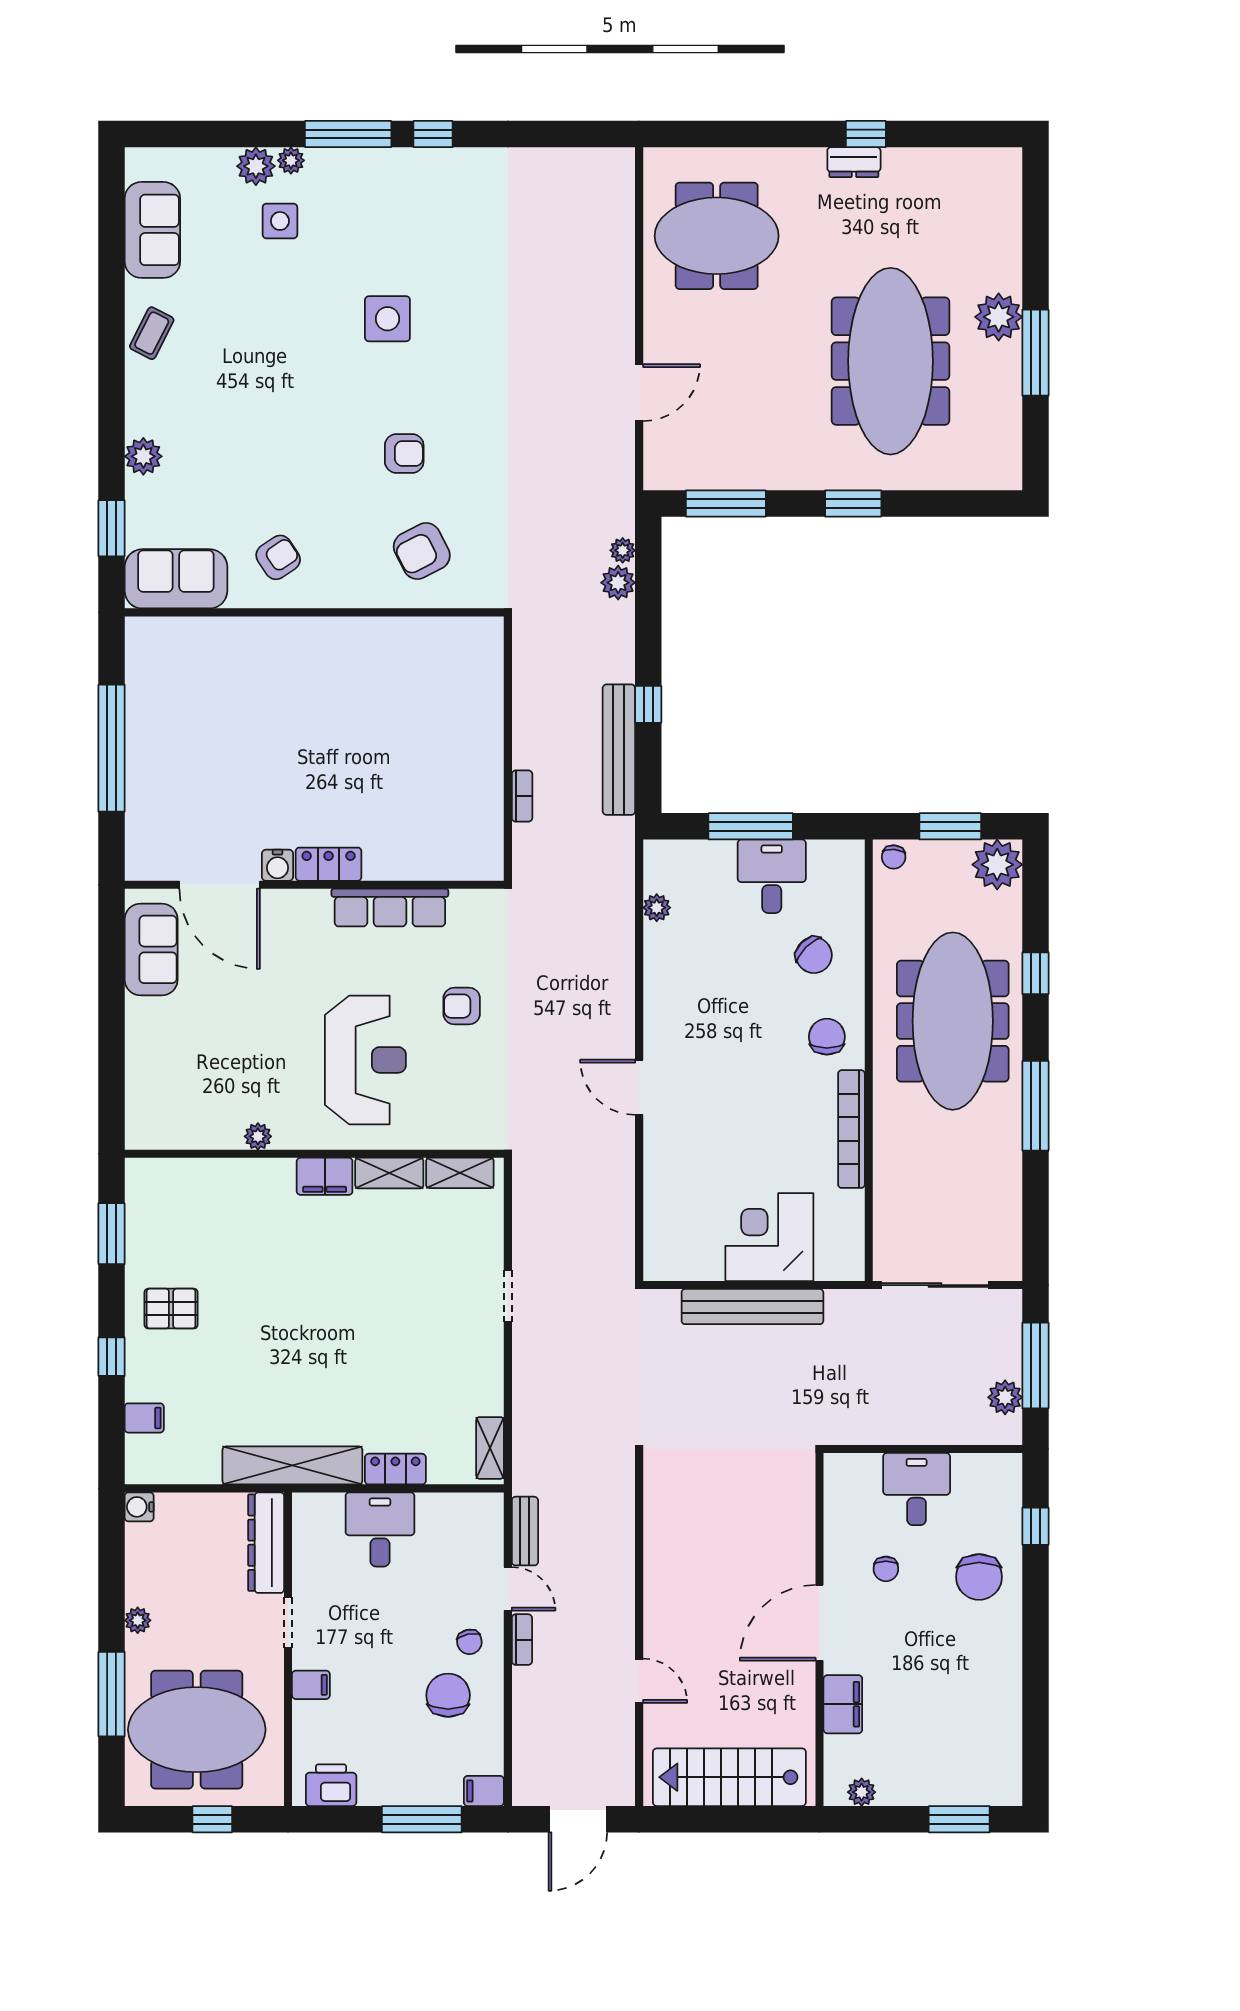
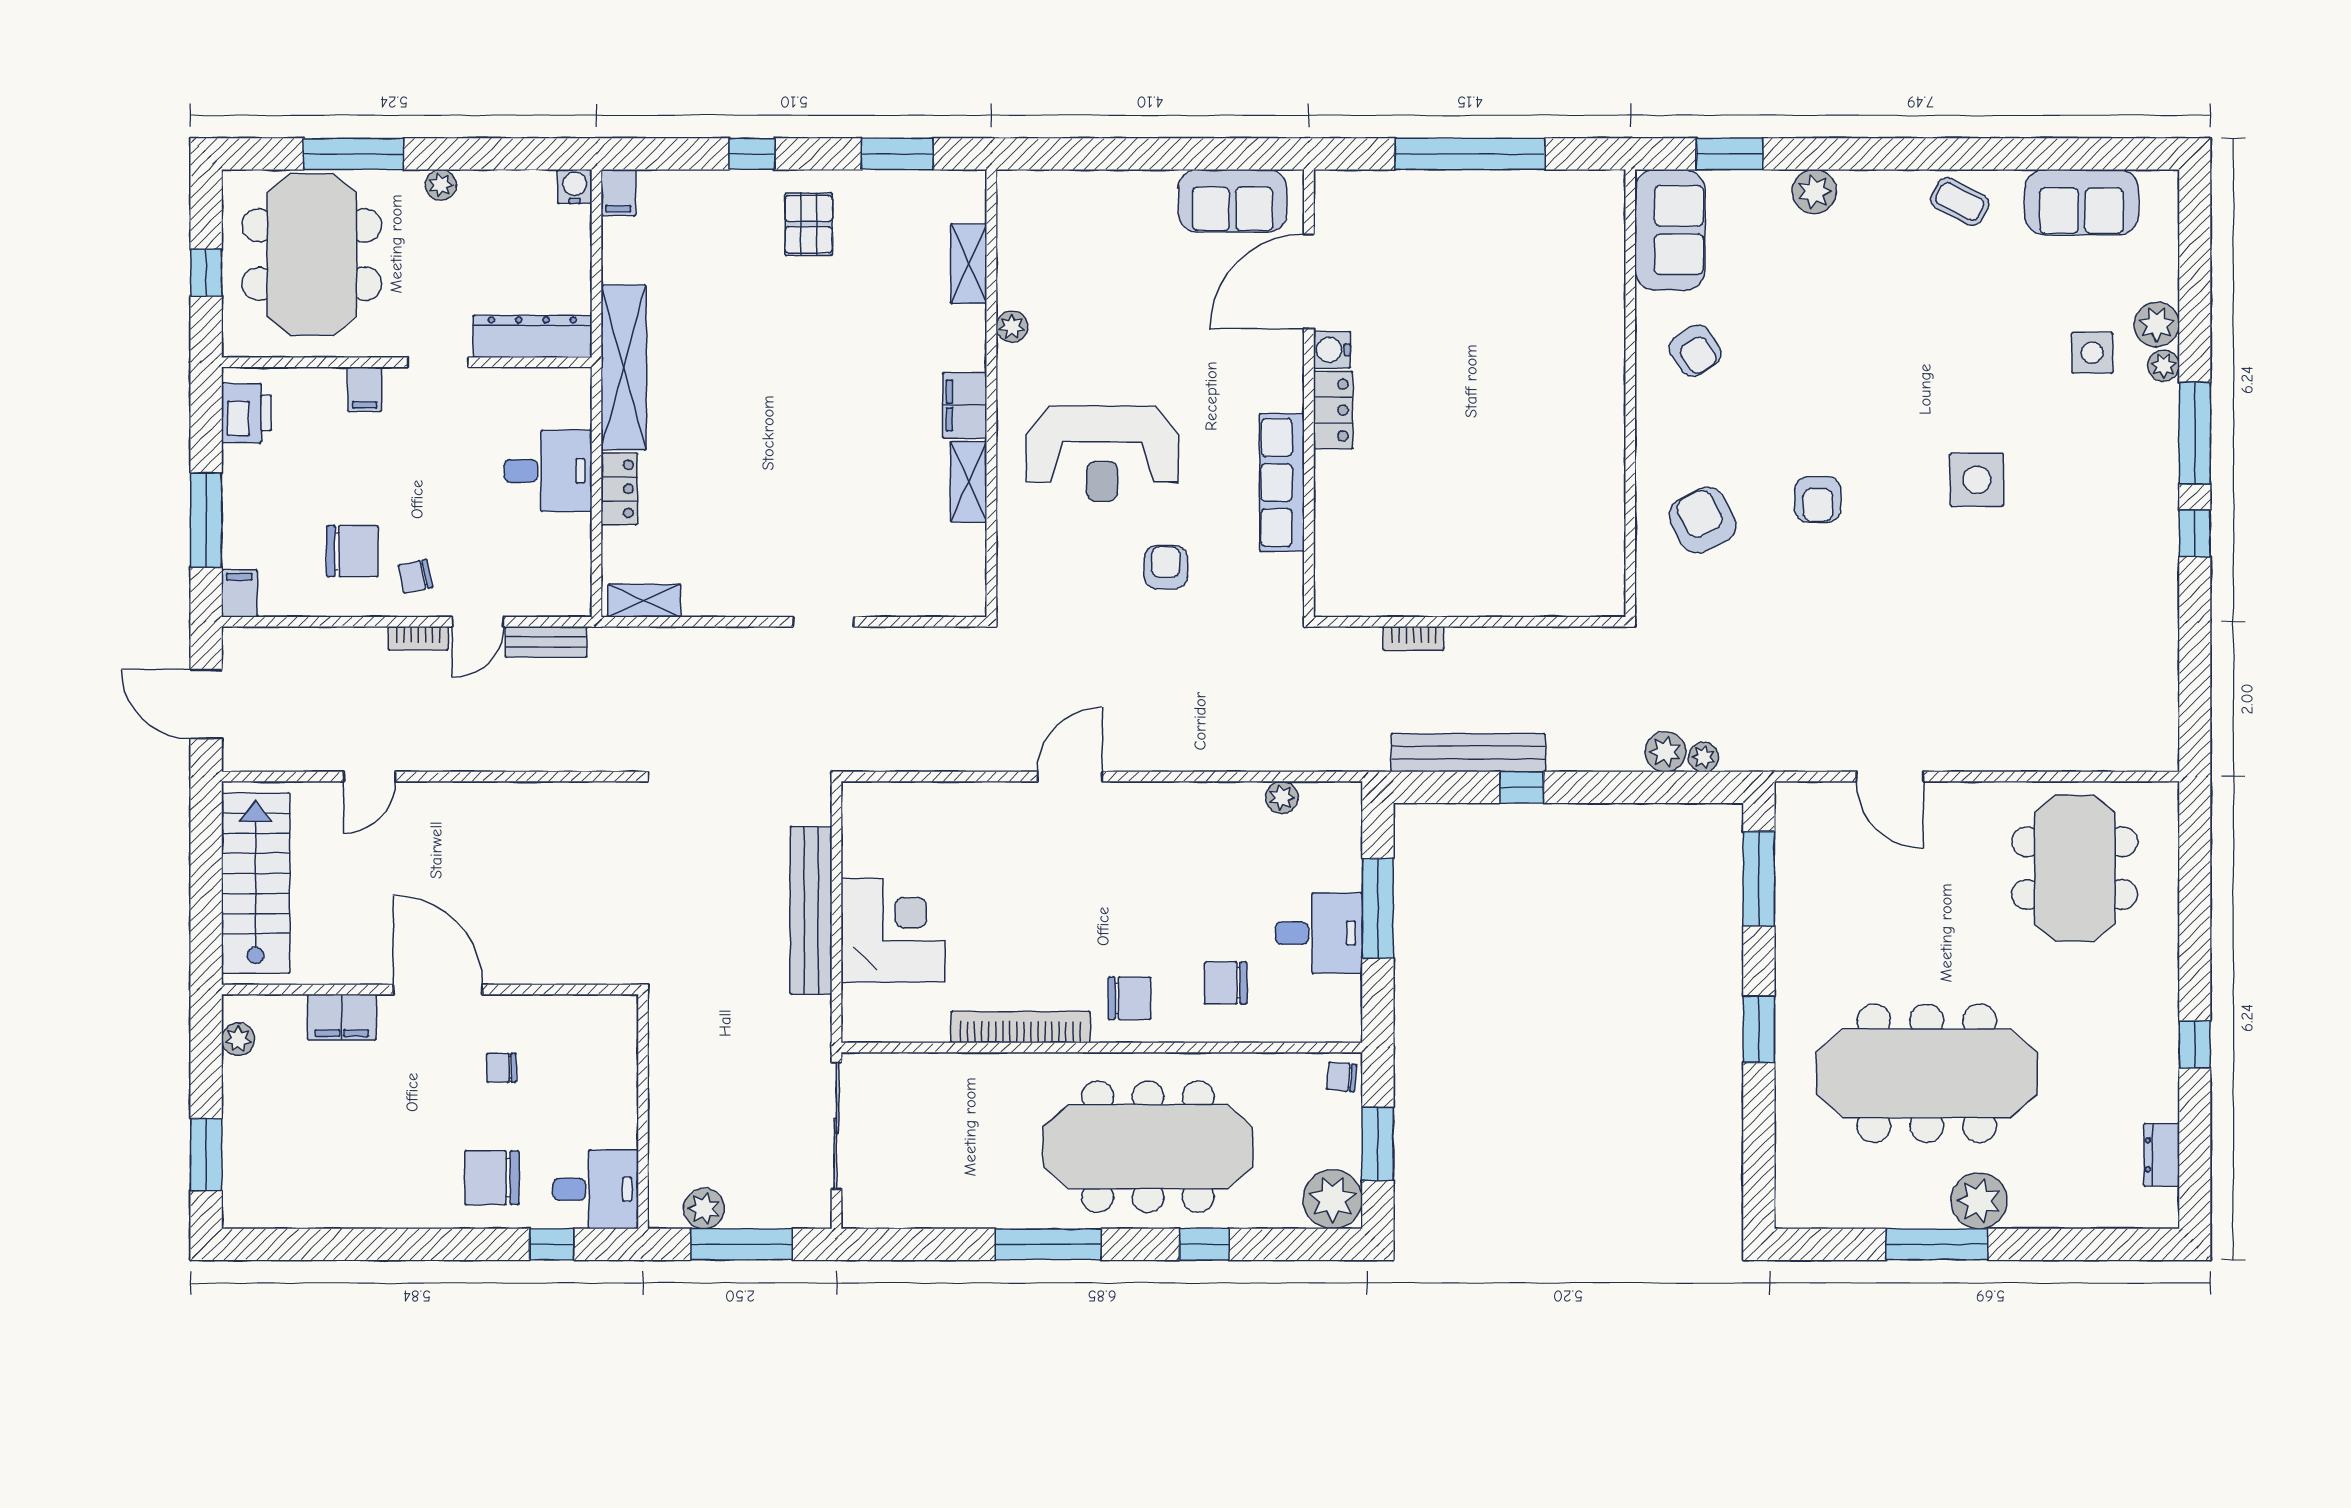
dresser: (854, 162) -> (2162, 1155), moved
chair: (814, 955) -> (1226, 983), turned 45
shelving: (460, 1173) -> (969, 264), moved
filing cabinet: (144, 1418) -> (618, 193), moved
desk: (917, 1489) -> (596, 1189), moved

